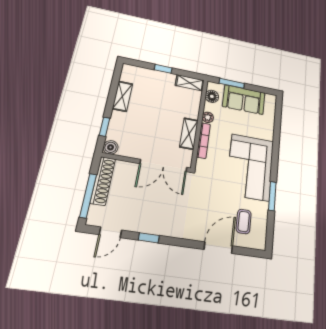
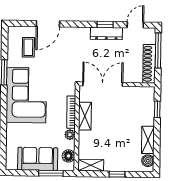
boiler: (111, 147) -> (148, 161), moved
dresser: (149, 226) -> (106, 33), added

